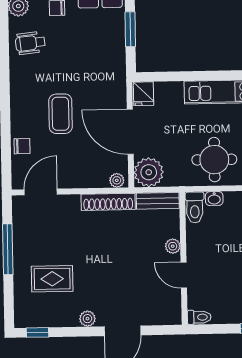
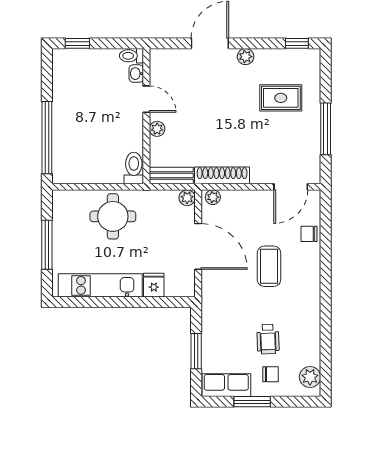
wheelchair: (30, 43) -> (268, 339), moved, turned 94
fridge: (144, 94) -> (154, 285), moved
plant: (149, 172) -> (187, 198), width x0.53, depth x0.53
washbasin: (214, 199) -> (136, 74), moved, turned -90

